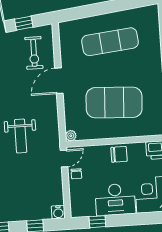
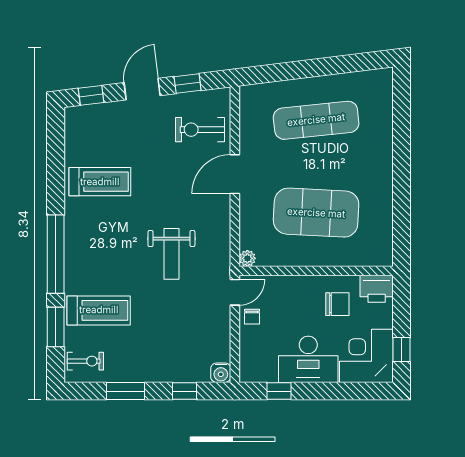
exercise bike: (34, 53) -> (200, 130), turned 90
chair: (119, 154) -> (337, 304), moved

